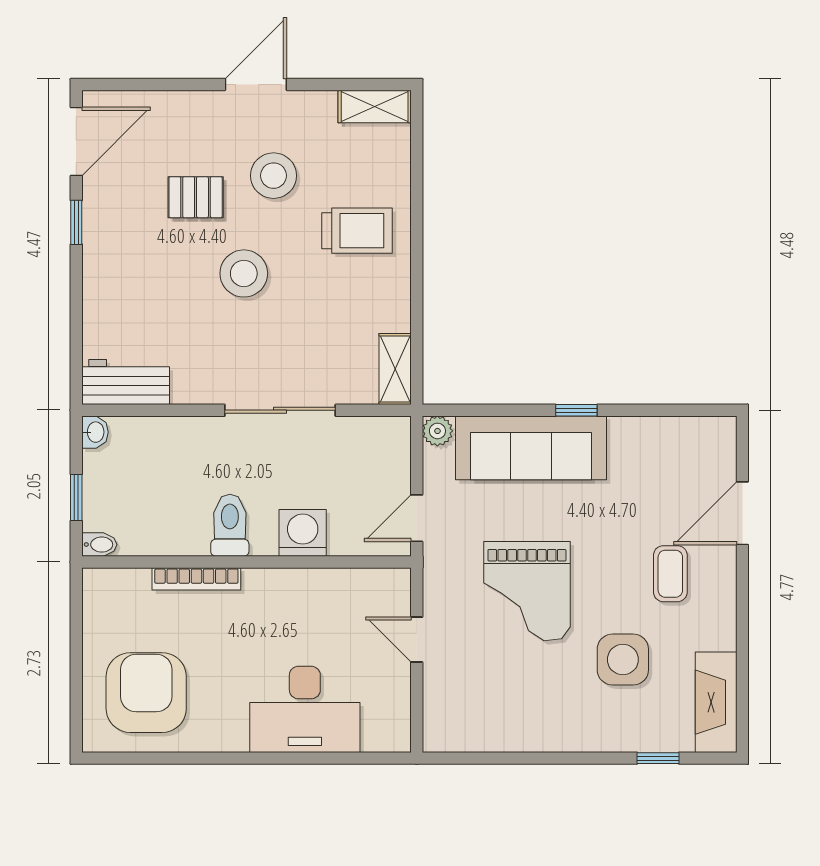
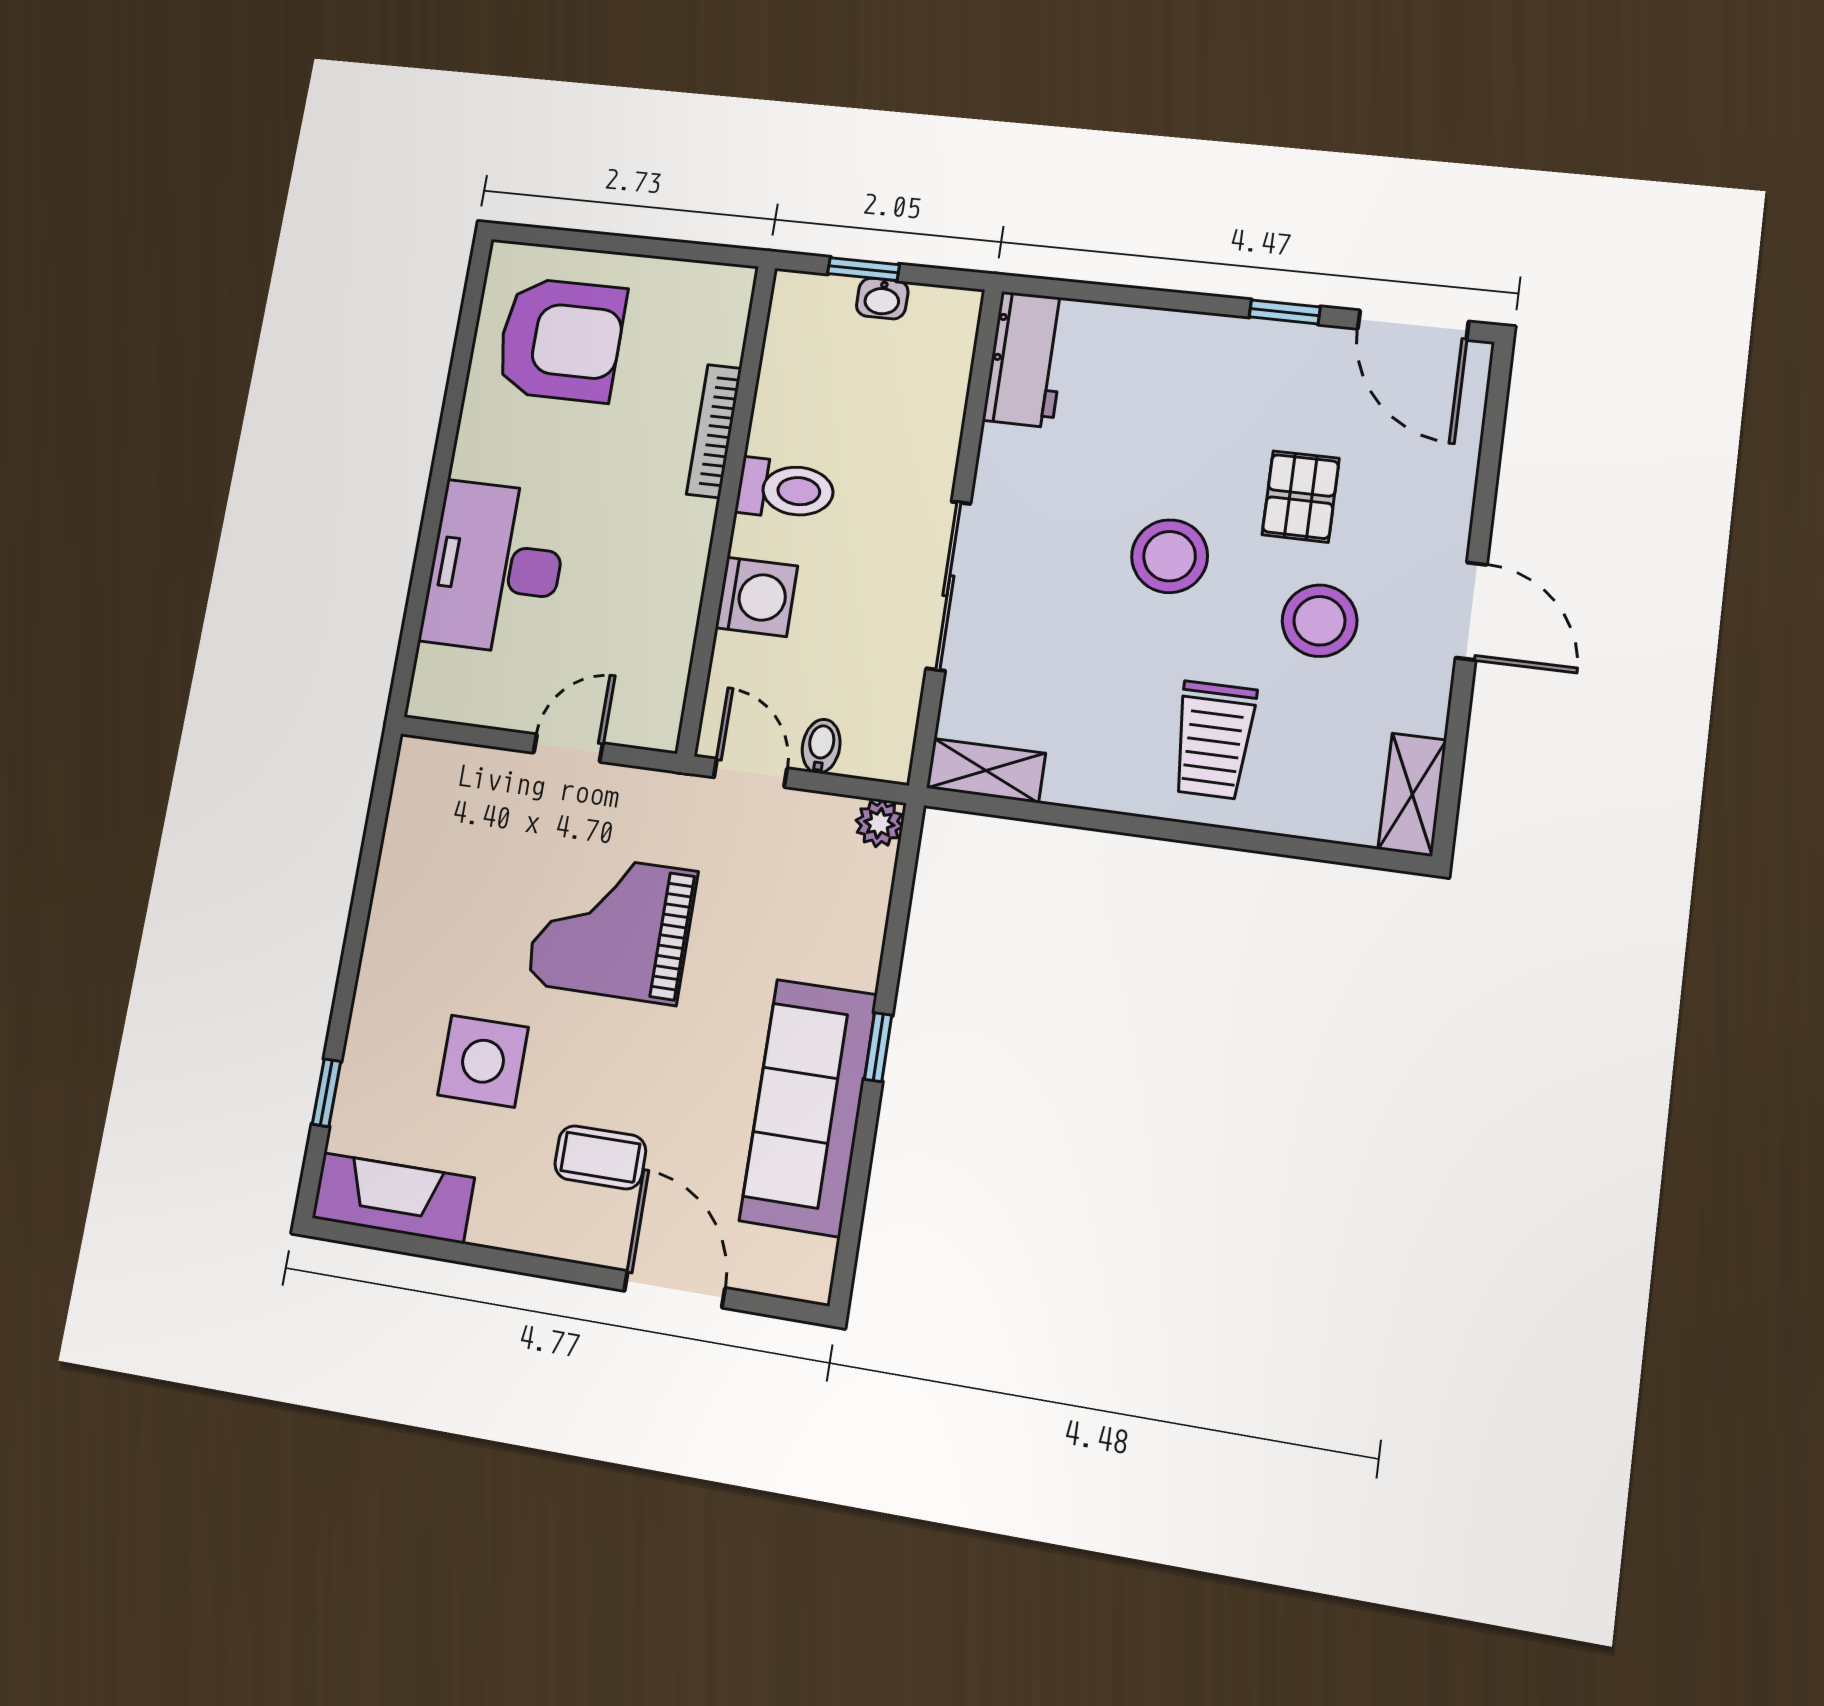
washbasin: (95, 432) -> (882, 299), moved
sofa: (531, 448) -> (808, 1107), moved
bidet: (99, 545) -> (821, 746), moved, turned 180

